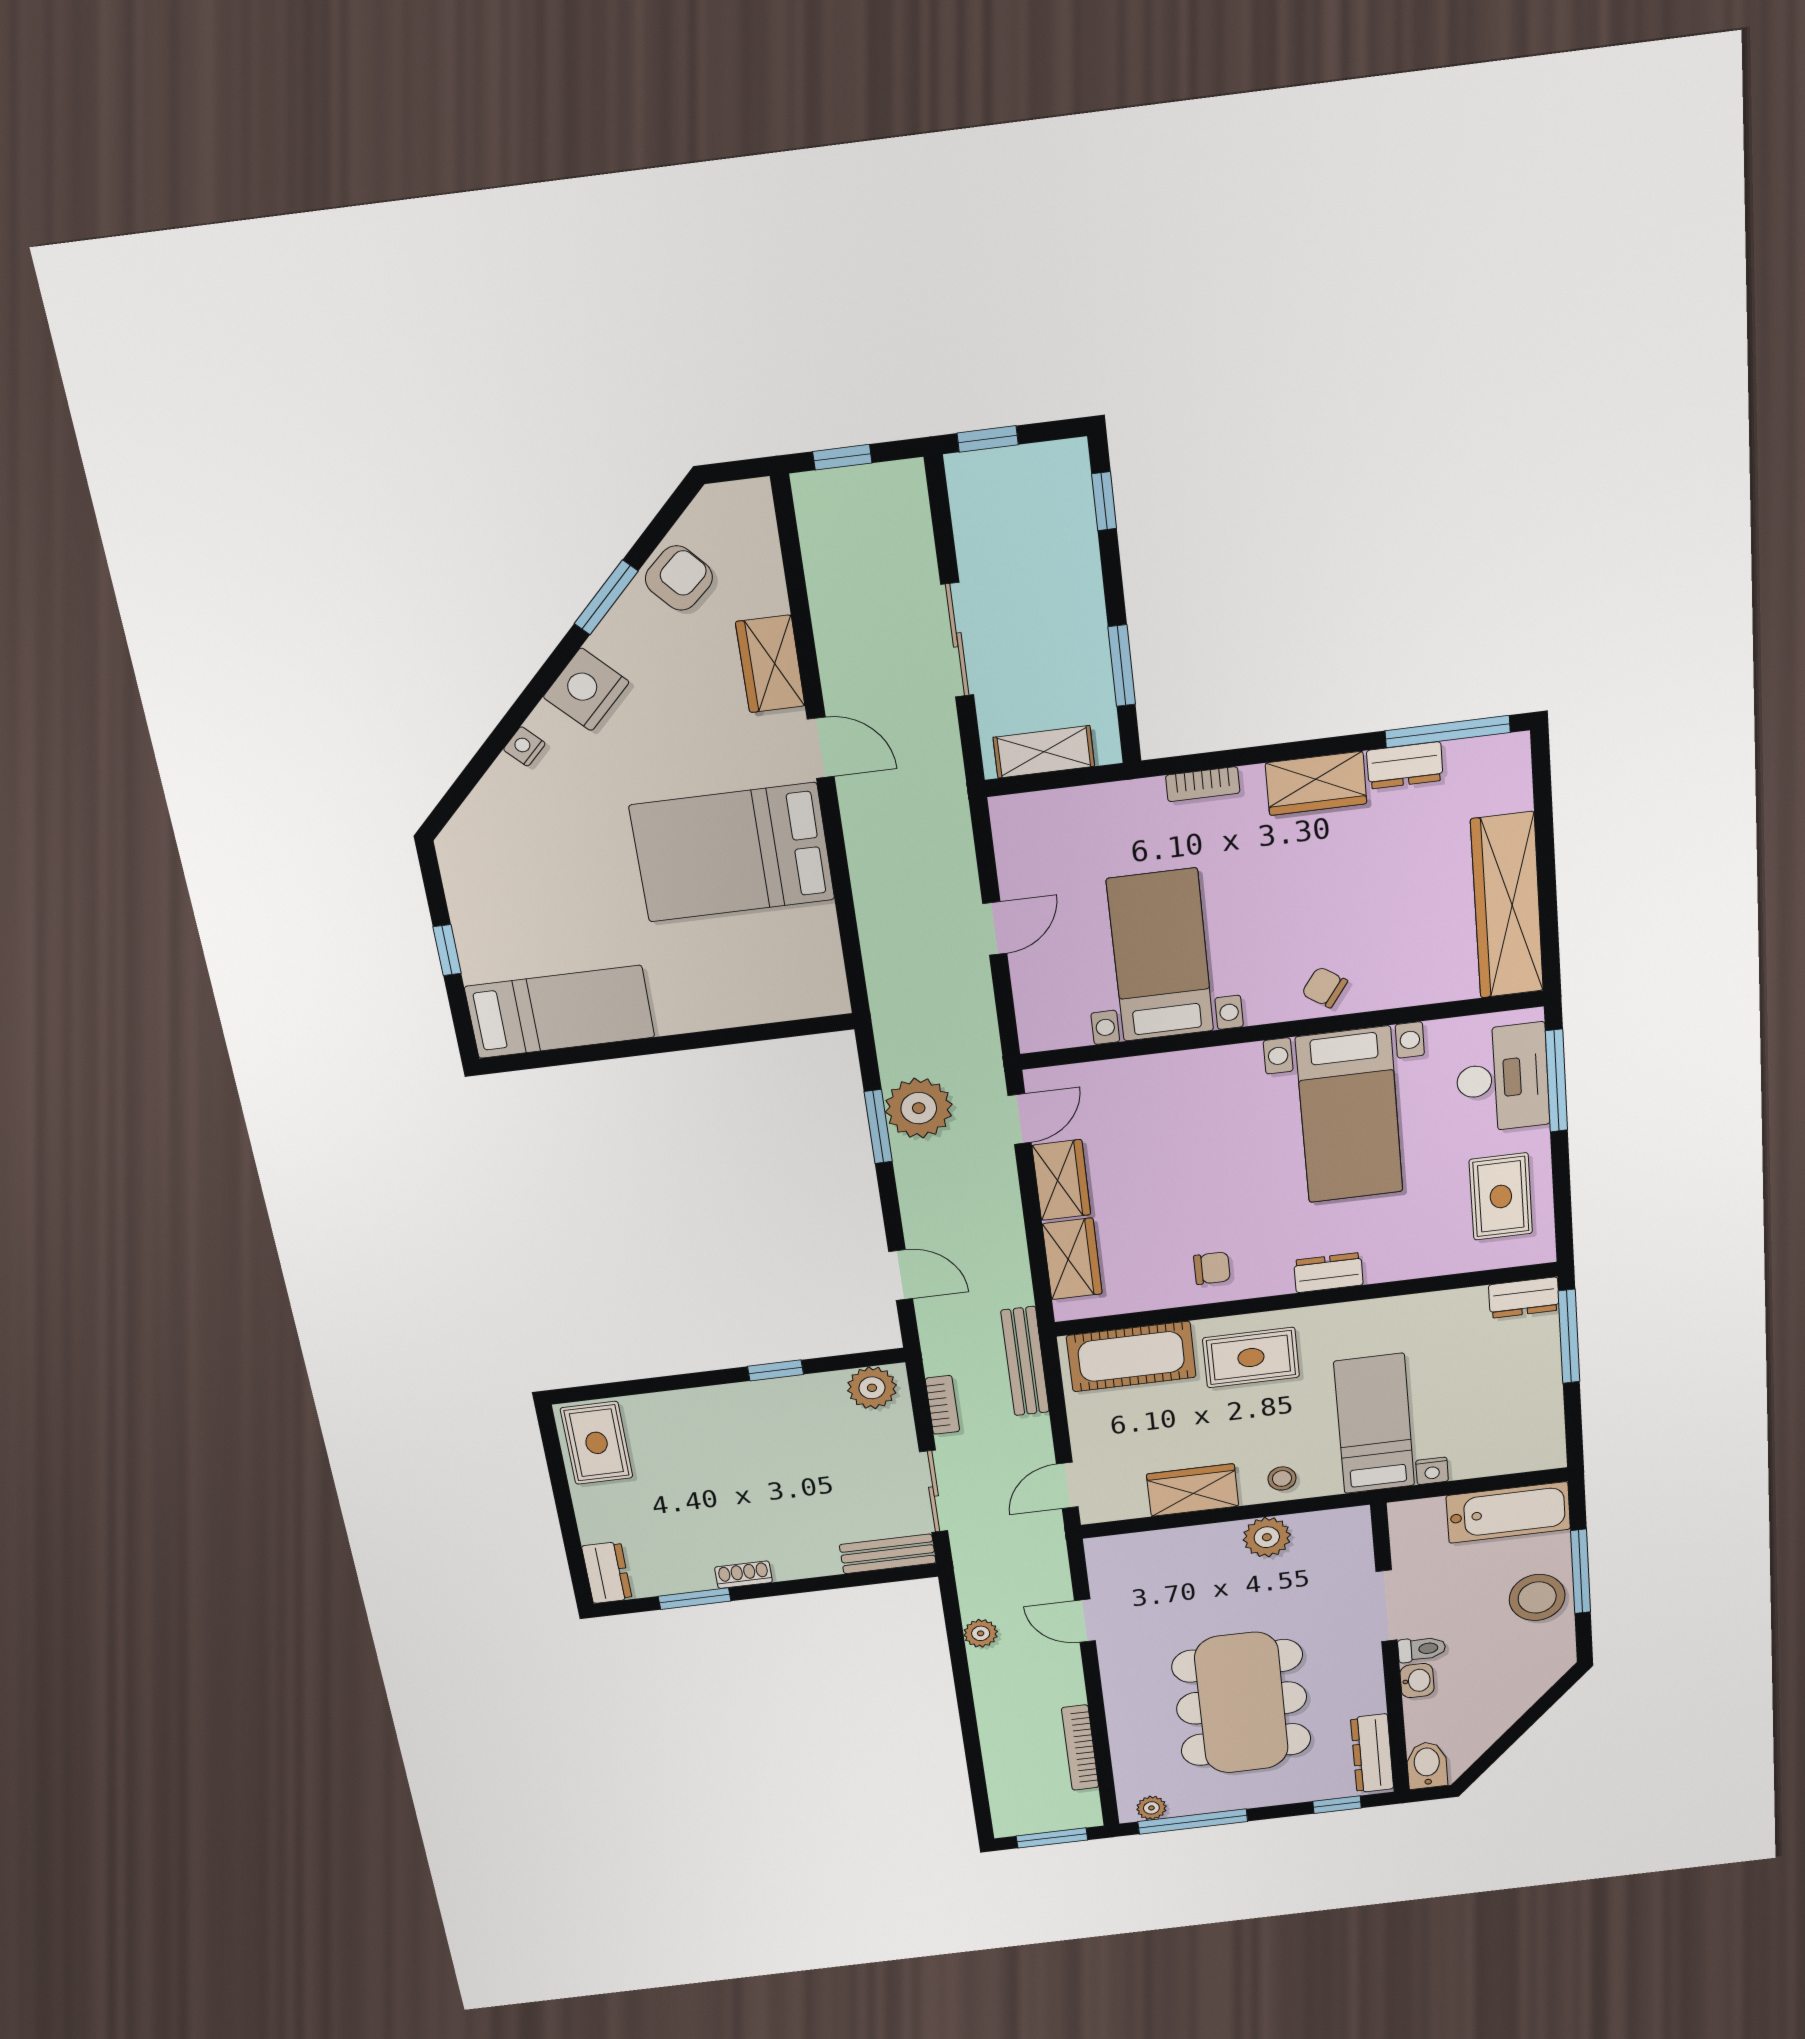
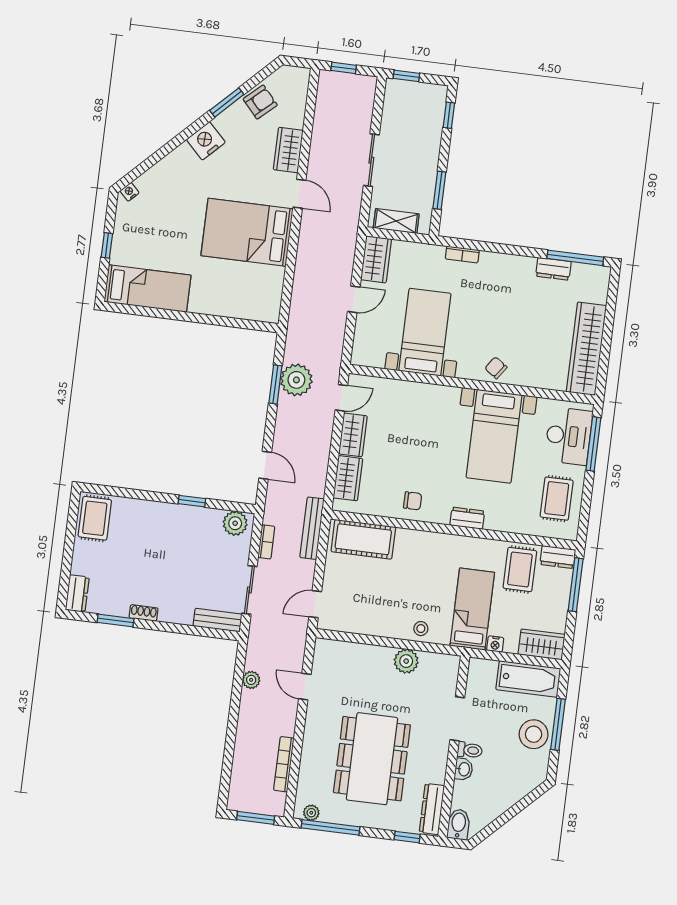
nightstand: (524, 746) -> (130, 192), moved
wardrobe: (1316, 783) -> (376, 259), moved, turned -90
rug: (1251, 1358) -> (520, 569), moved, turned 90
wardrobe: (1193, 1490) -> (541, 644), moved

